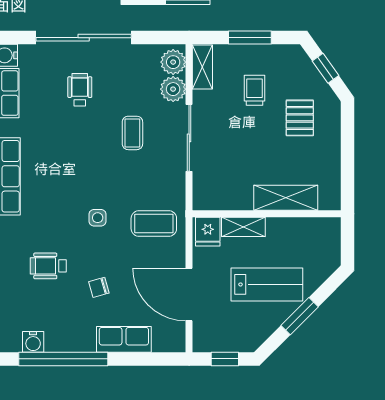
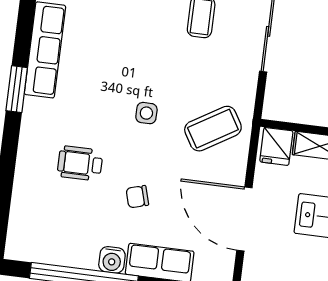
coffee table: (154, 223) -> (213, 129), turned -31
water cooler: (33, 342) -> (112, 260), moved

